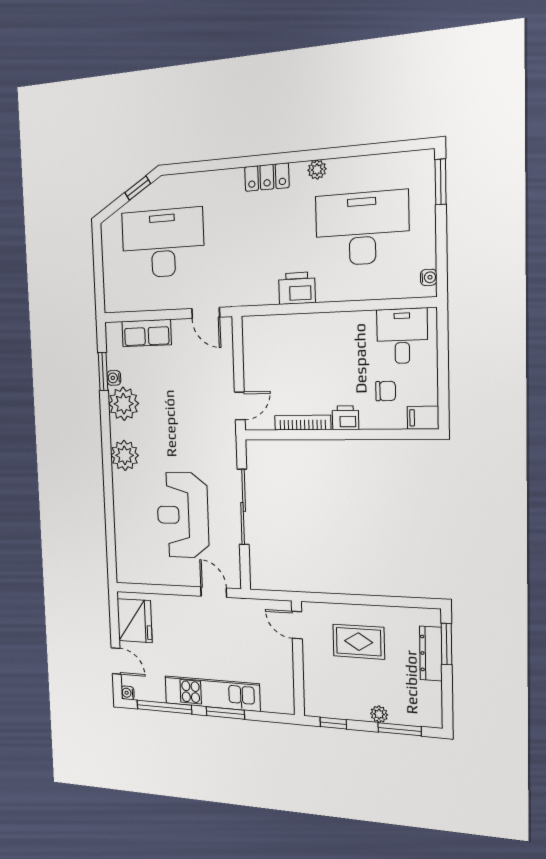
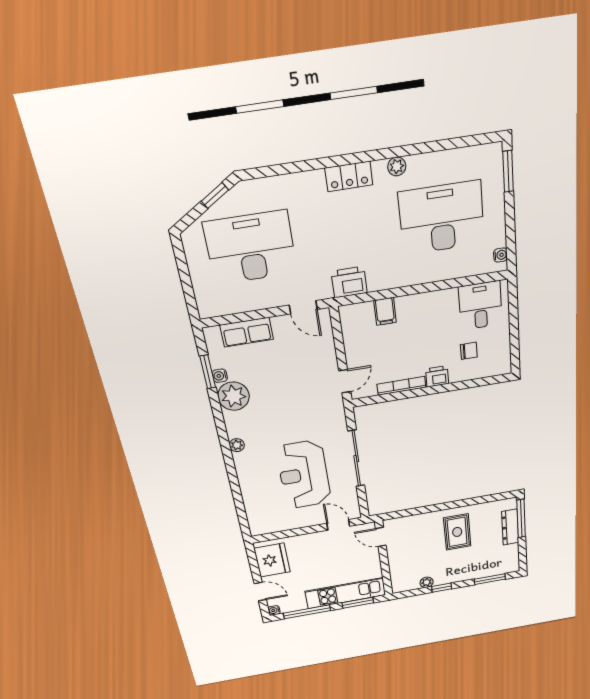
printer: (297, 288) -> (349, 282), moved
filing cabinet: (423, 418) -> (385, 311), moved, turned -90
plant: (125, 455) -> (237, 445), width x0.53, depth x0.53
door: (297, 625) -> (381, 537), moved
rug: (359, 642) -> (457, 532), turned 90
window: (447, 644) -> (521, 519), width x1.44
wall: (298, 658) -> (384, 559), moved
plant: (379, 714) -> (427, 582), moved

